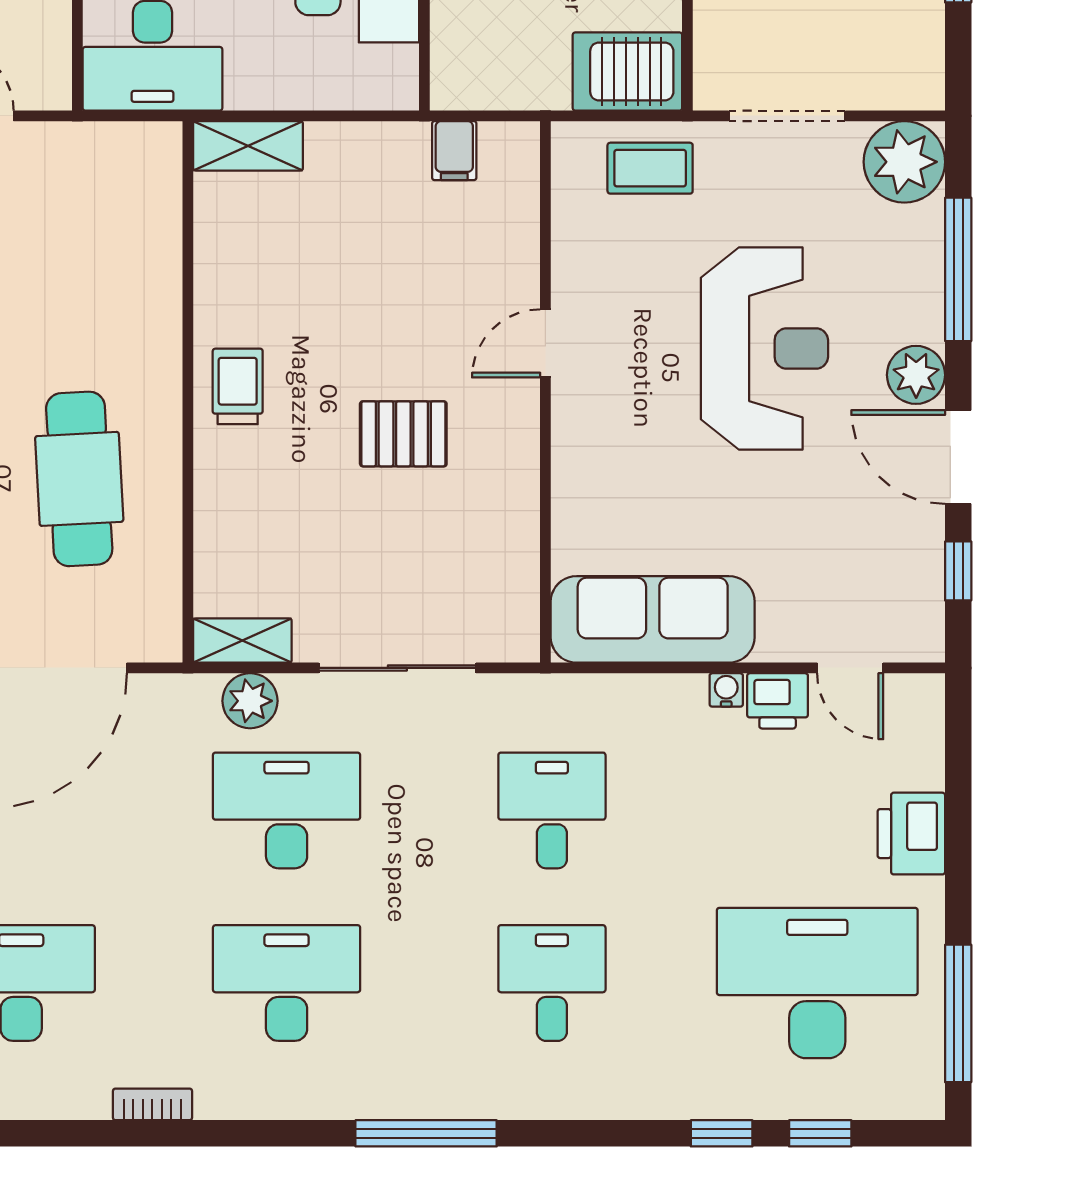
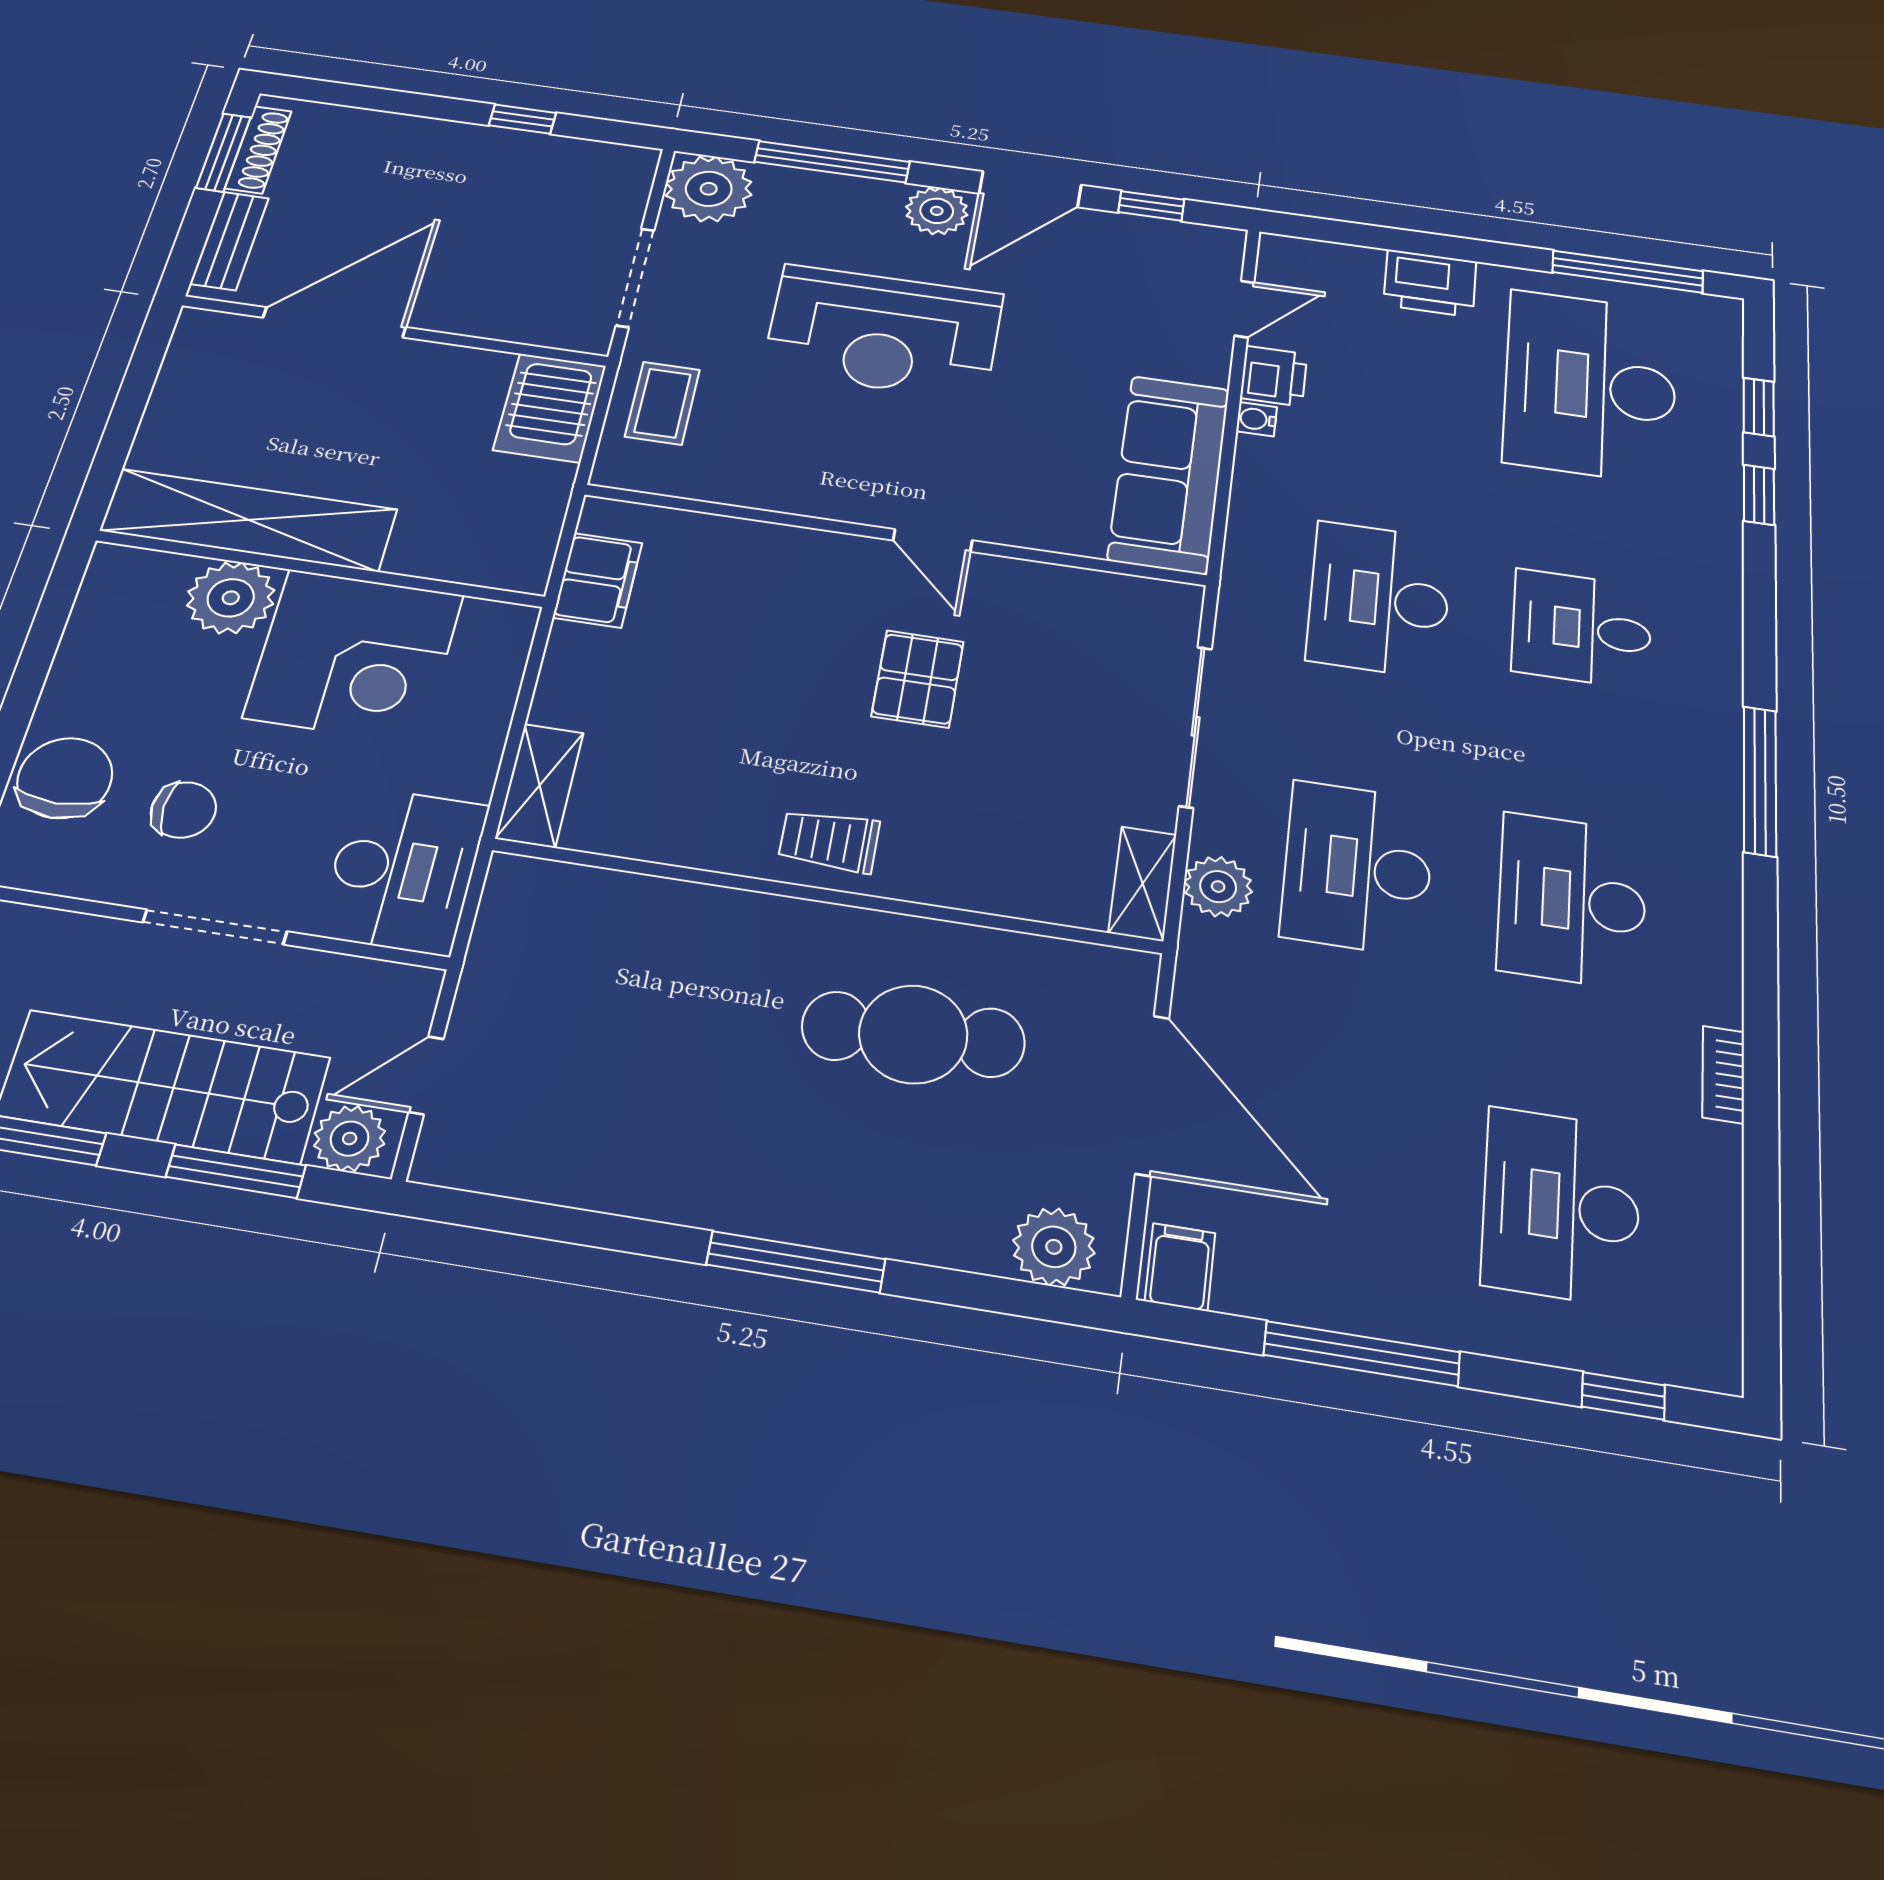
filing cabinet: (454, 151) -> (598, 580), width x2.00
door: (545, 343) -> (933, 540), moved
reception desk: (764, 348) -> (883, 332), turned 180
desk: (552, 810) -> (1379, 599), width x1.37

